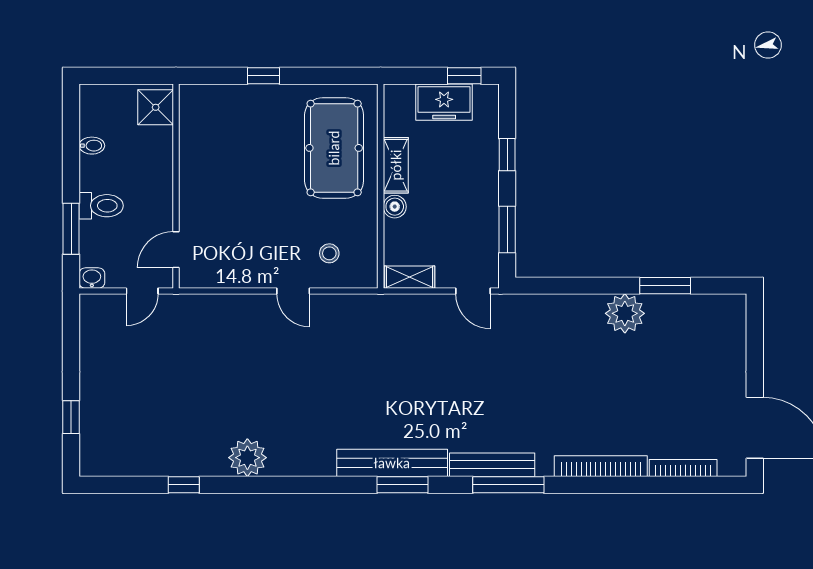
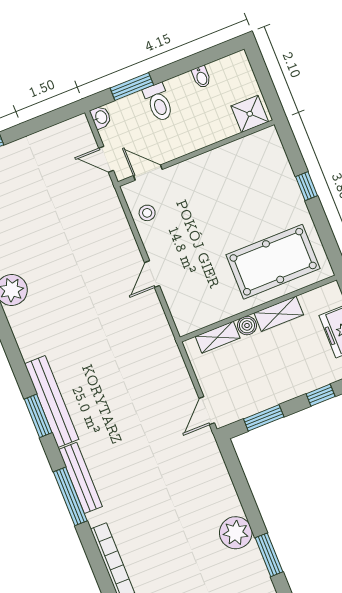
stool: (329, 253) -> (147, 213), moved
shelving: (410, 277) -> (218, 337), moved, turned 90

